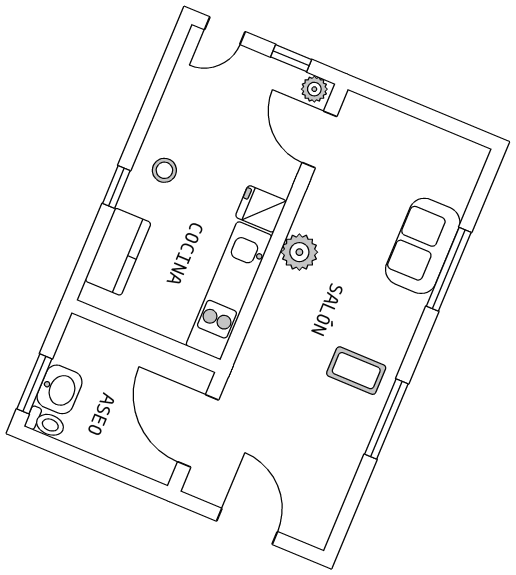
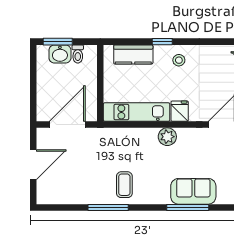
toilet: (46, 423) -> (78, 54), moved

